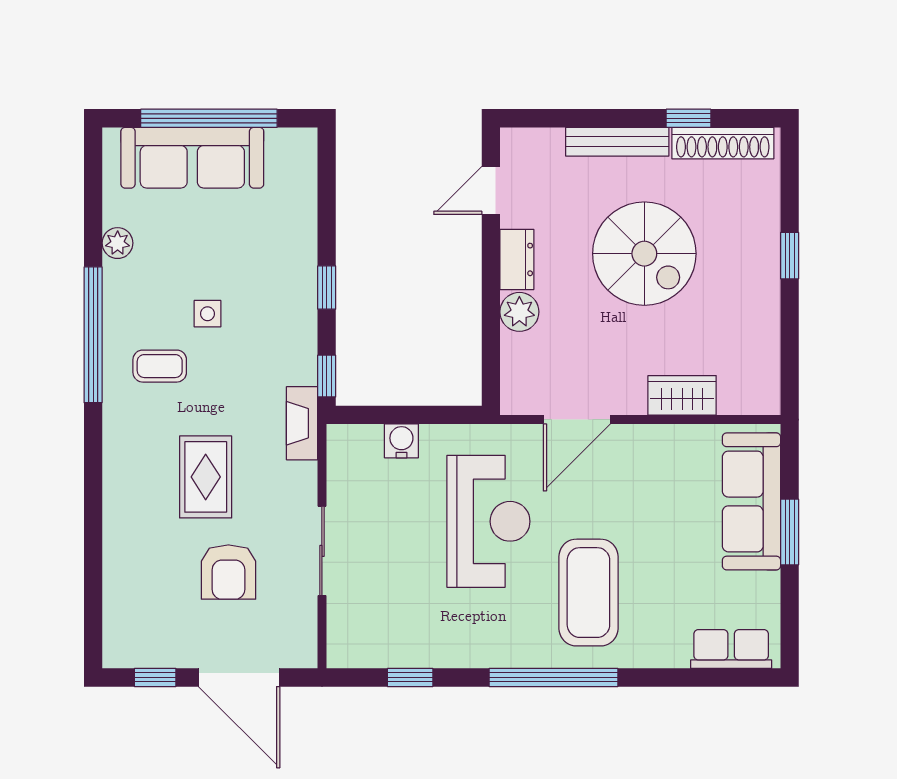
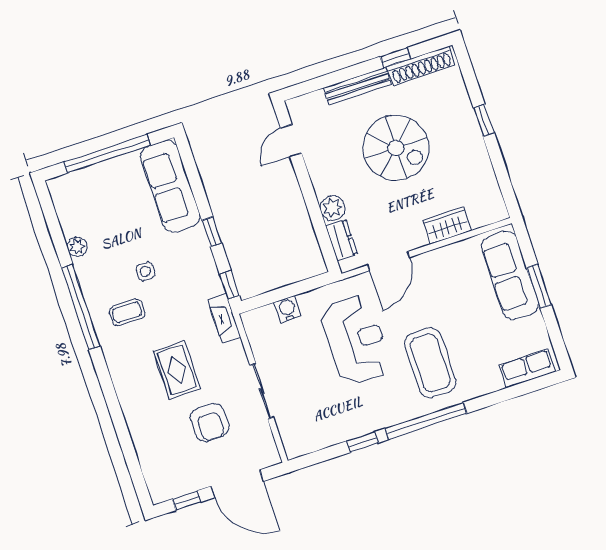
sofa: (192, 158) -> (170, 186), moved, turned 90
dresser: (517, 259) -> (341, 240), moved
window: (410, 677) -> (362, 442), moved

